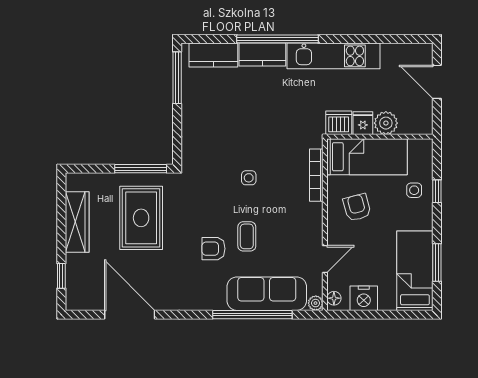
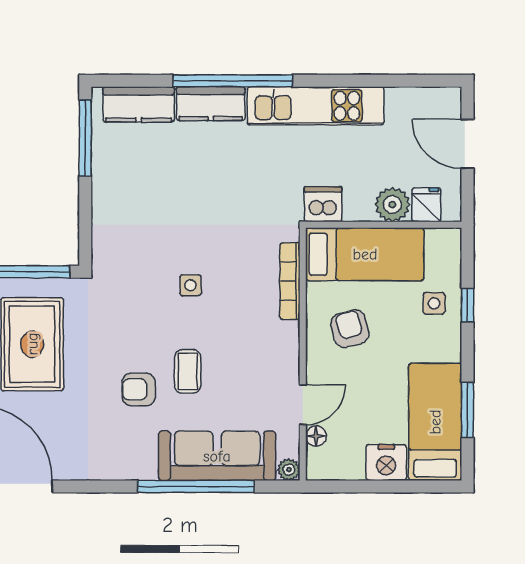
fridge: (363, 123) -> (426, 205), moved
floor lamp: (334, 298) -> (316, 436), moved
nightstand: (364, 298) -> (386, 462), moved

